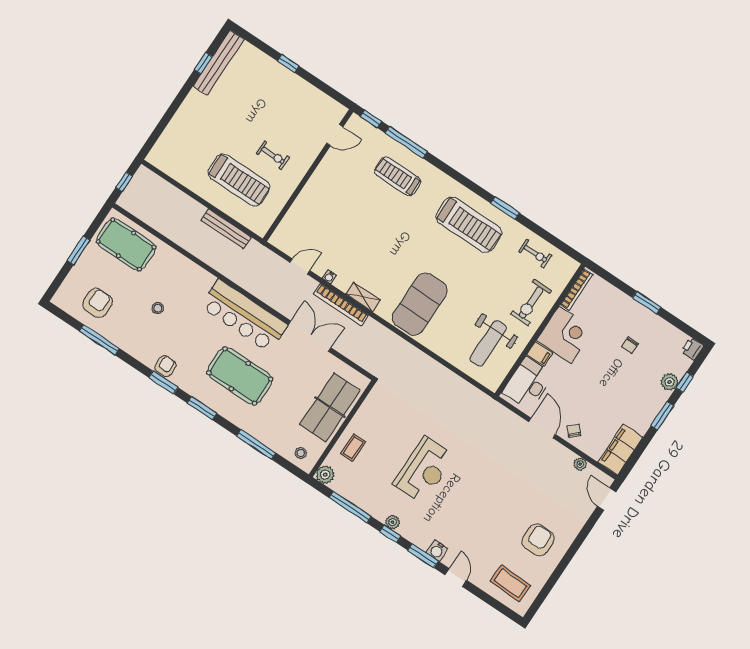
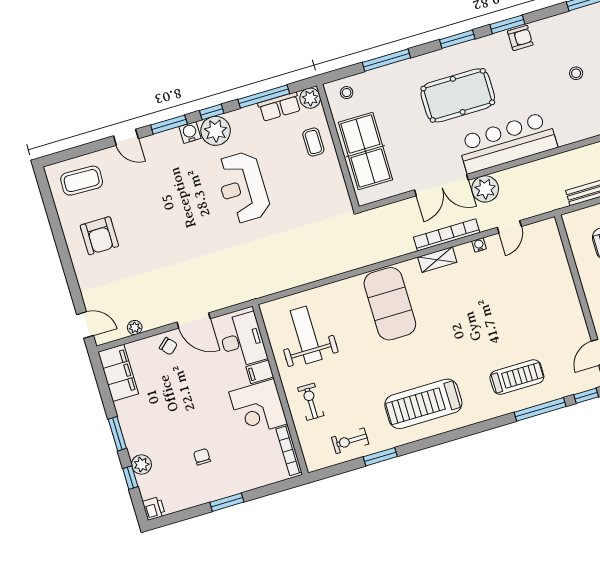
window: (505, 208) -> (380, 457), moved
exercise bike: (531, 303) -> (311, 402), width x0.73, depth x0.72
plant: (288, 304) -> (485, 189), added
armchair: (165, 366) -> (520, 38), turned -90
row of seats: (348, 491) -> (279, 107), added
plant: (393, 522) -> (216, 131), width x1.87, depth x1.87
water cooler: (437, 551) -> (190, 132), moved

